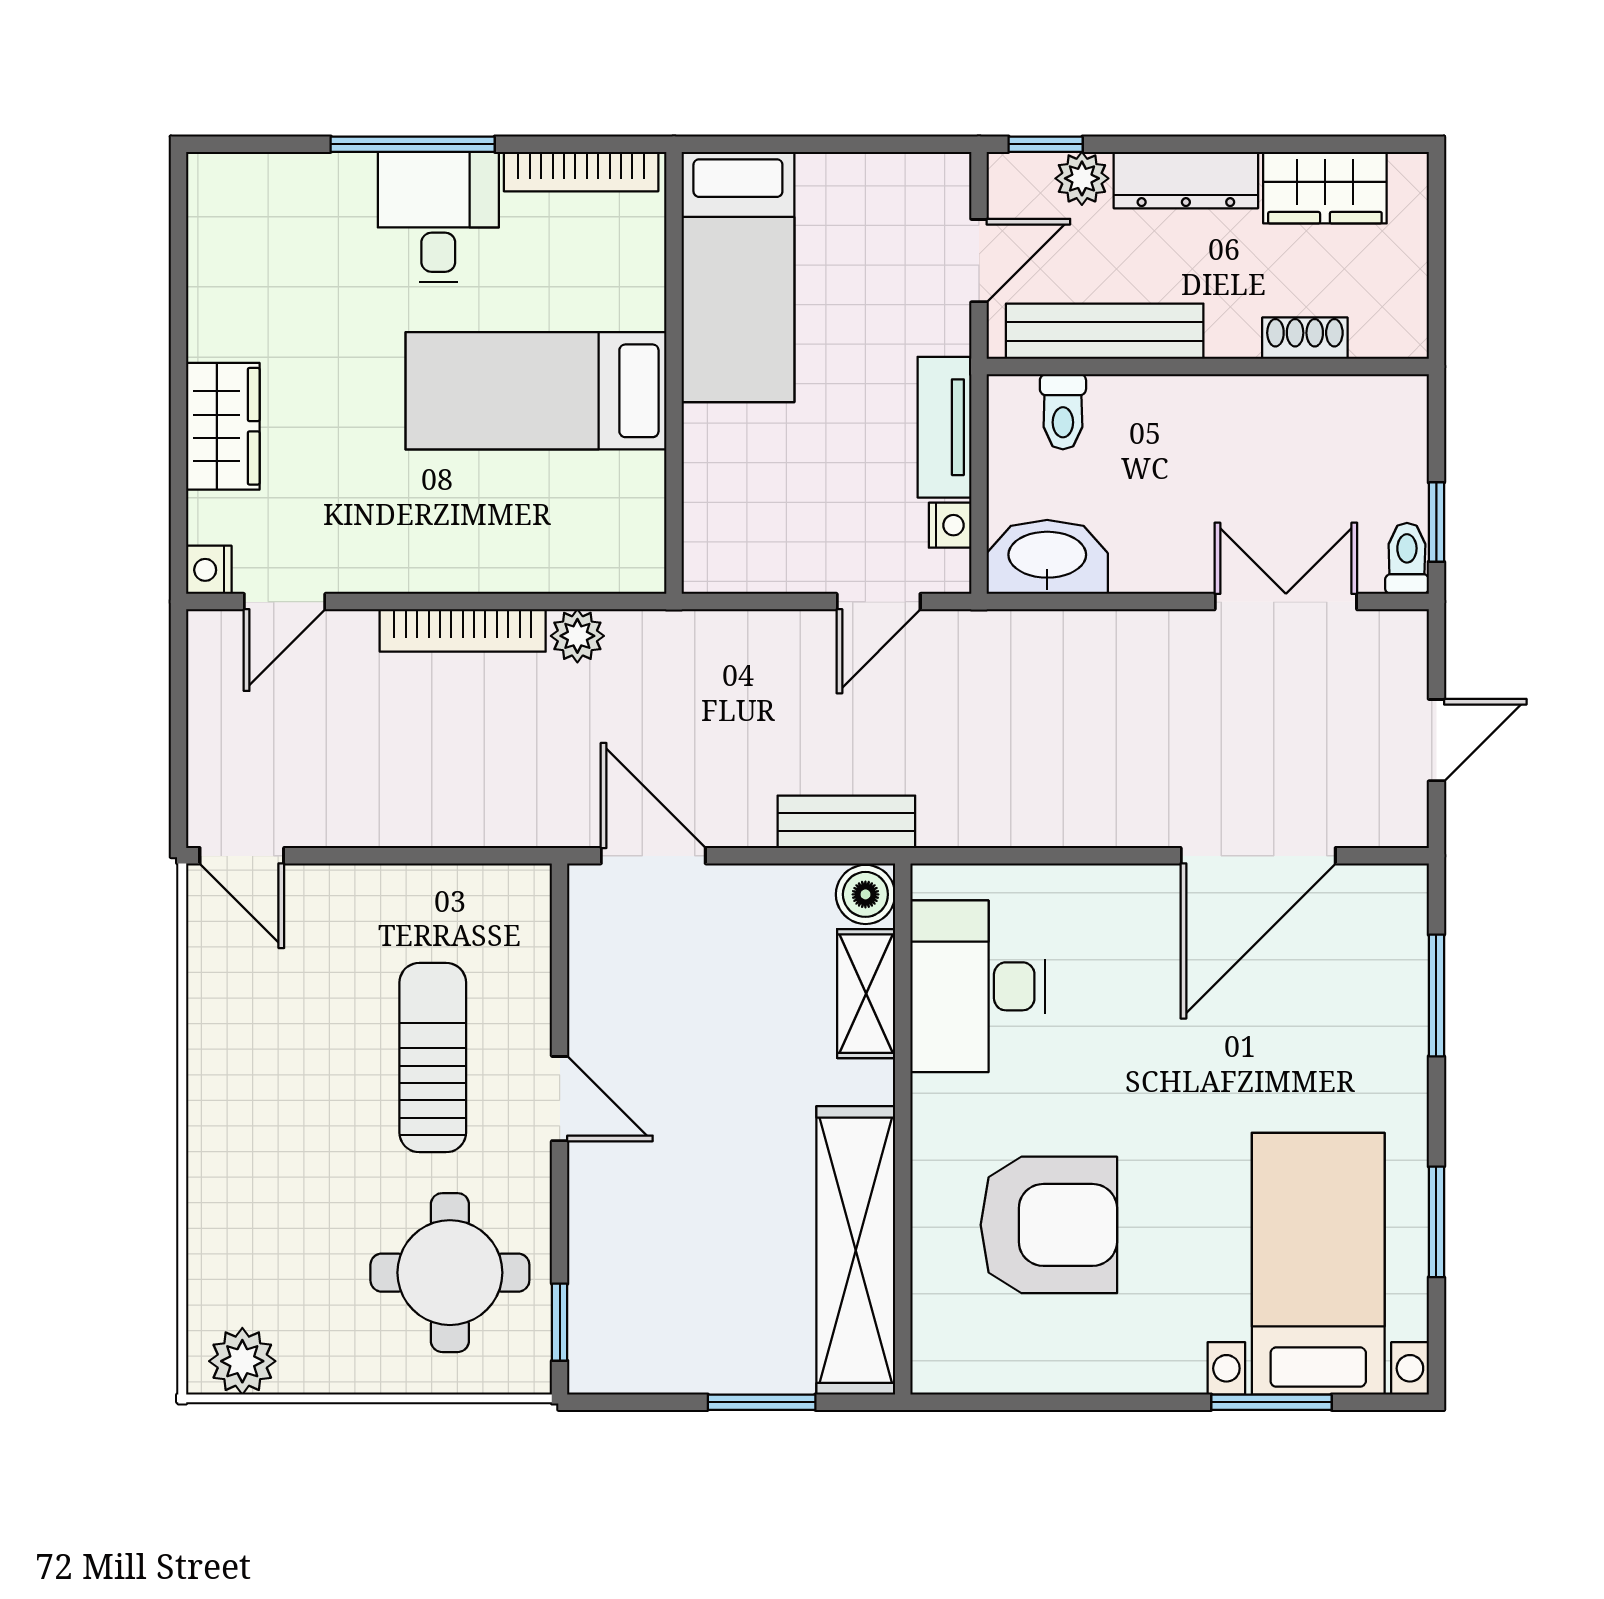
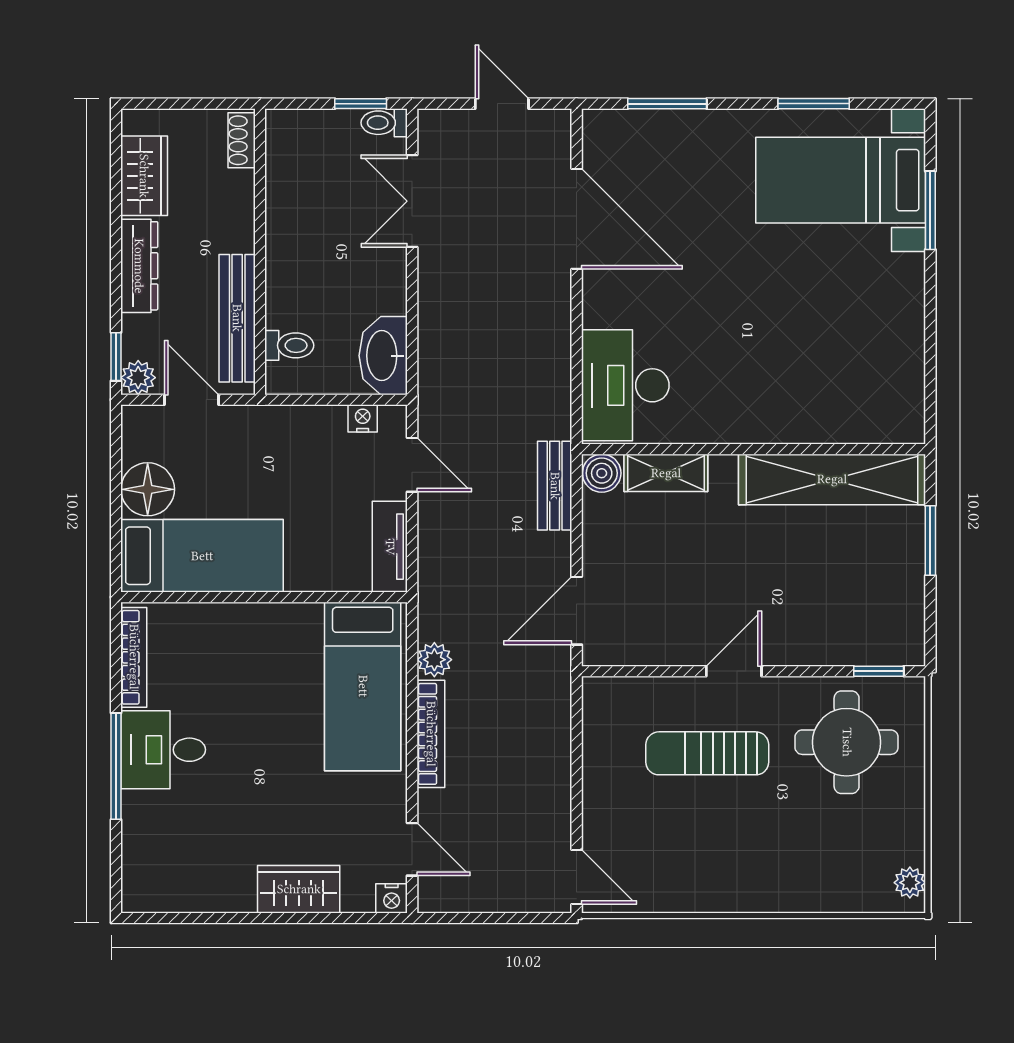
plant: (1082, 178) -> (138, 378), moved
floor lamp: (841, 193) -> (148, 489), added
shoe rack: (1305, 338) -> (242, 140), moved
bed: (536, 391) -> (363, 686), moved
tv unit: (944, 427) -> (390, 547), moved, turned 90
door: (242, 856) -> (577, 877), hinge flipped
desk: (978, 986) -> (625, 385), moved, turned 90
armchair: (1049, 1225) -> (816, 355), removed
plant: (242, 1361) -> (910, 883), width x0.73, depth x0.73

